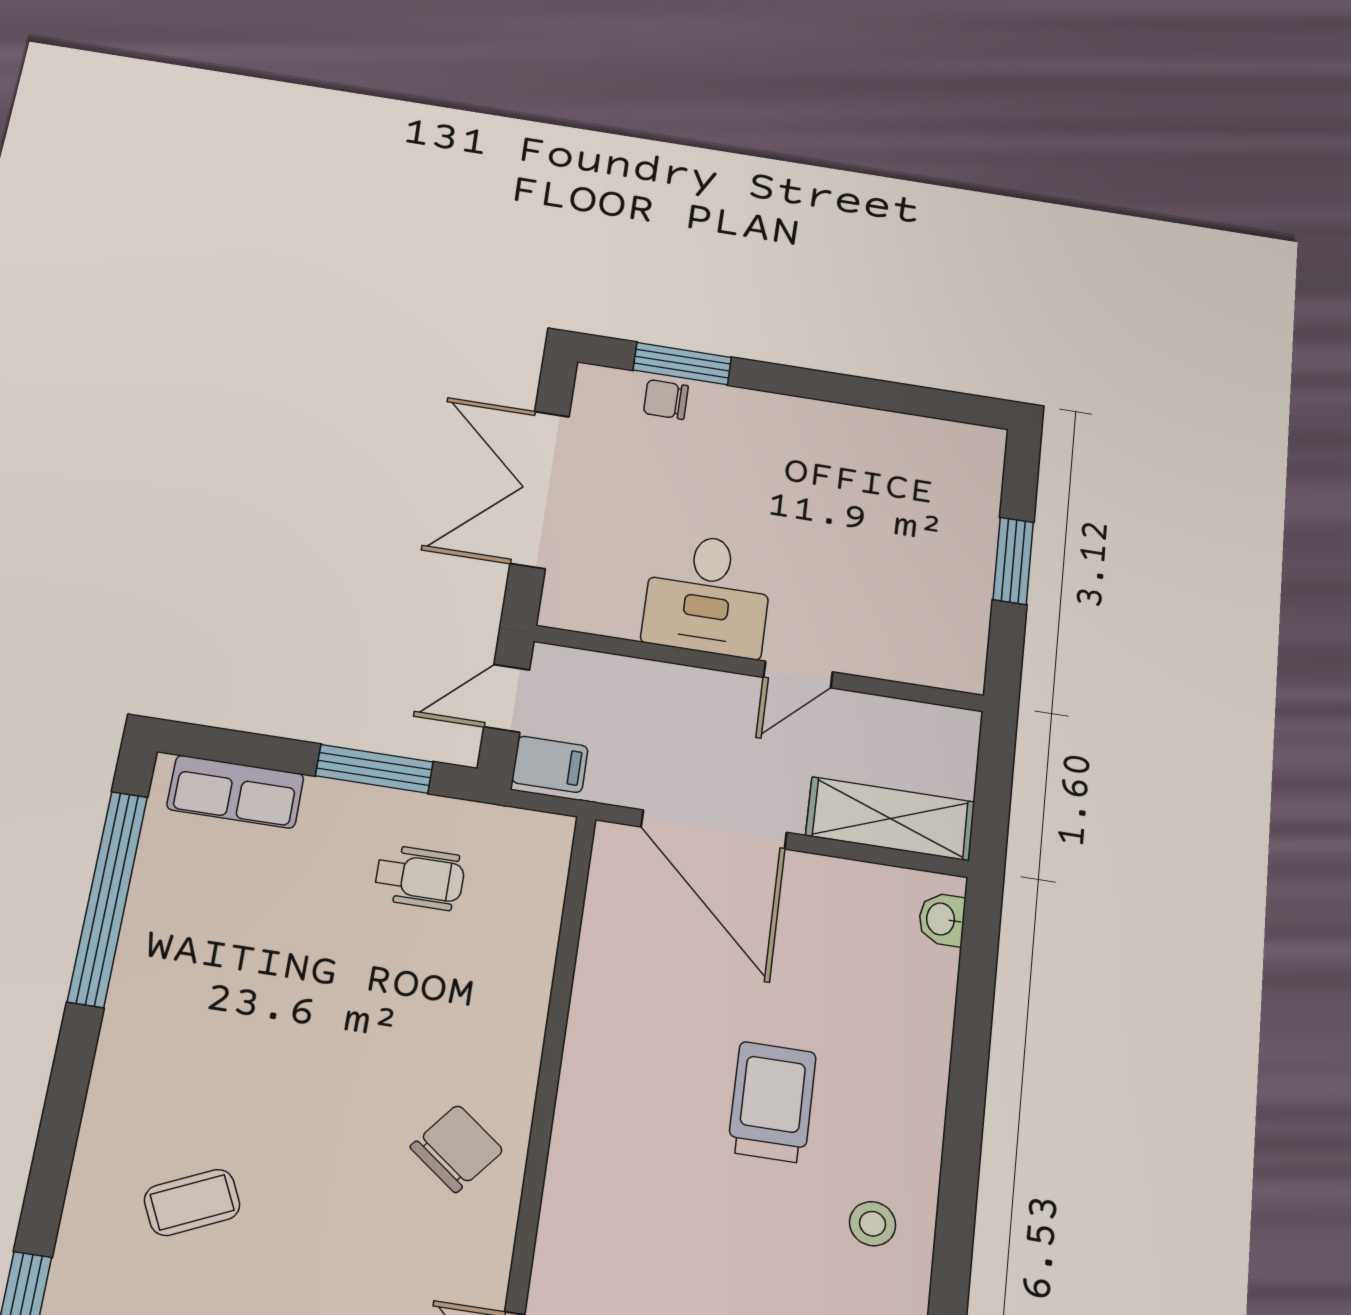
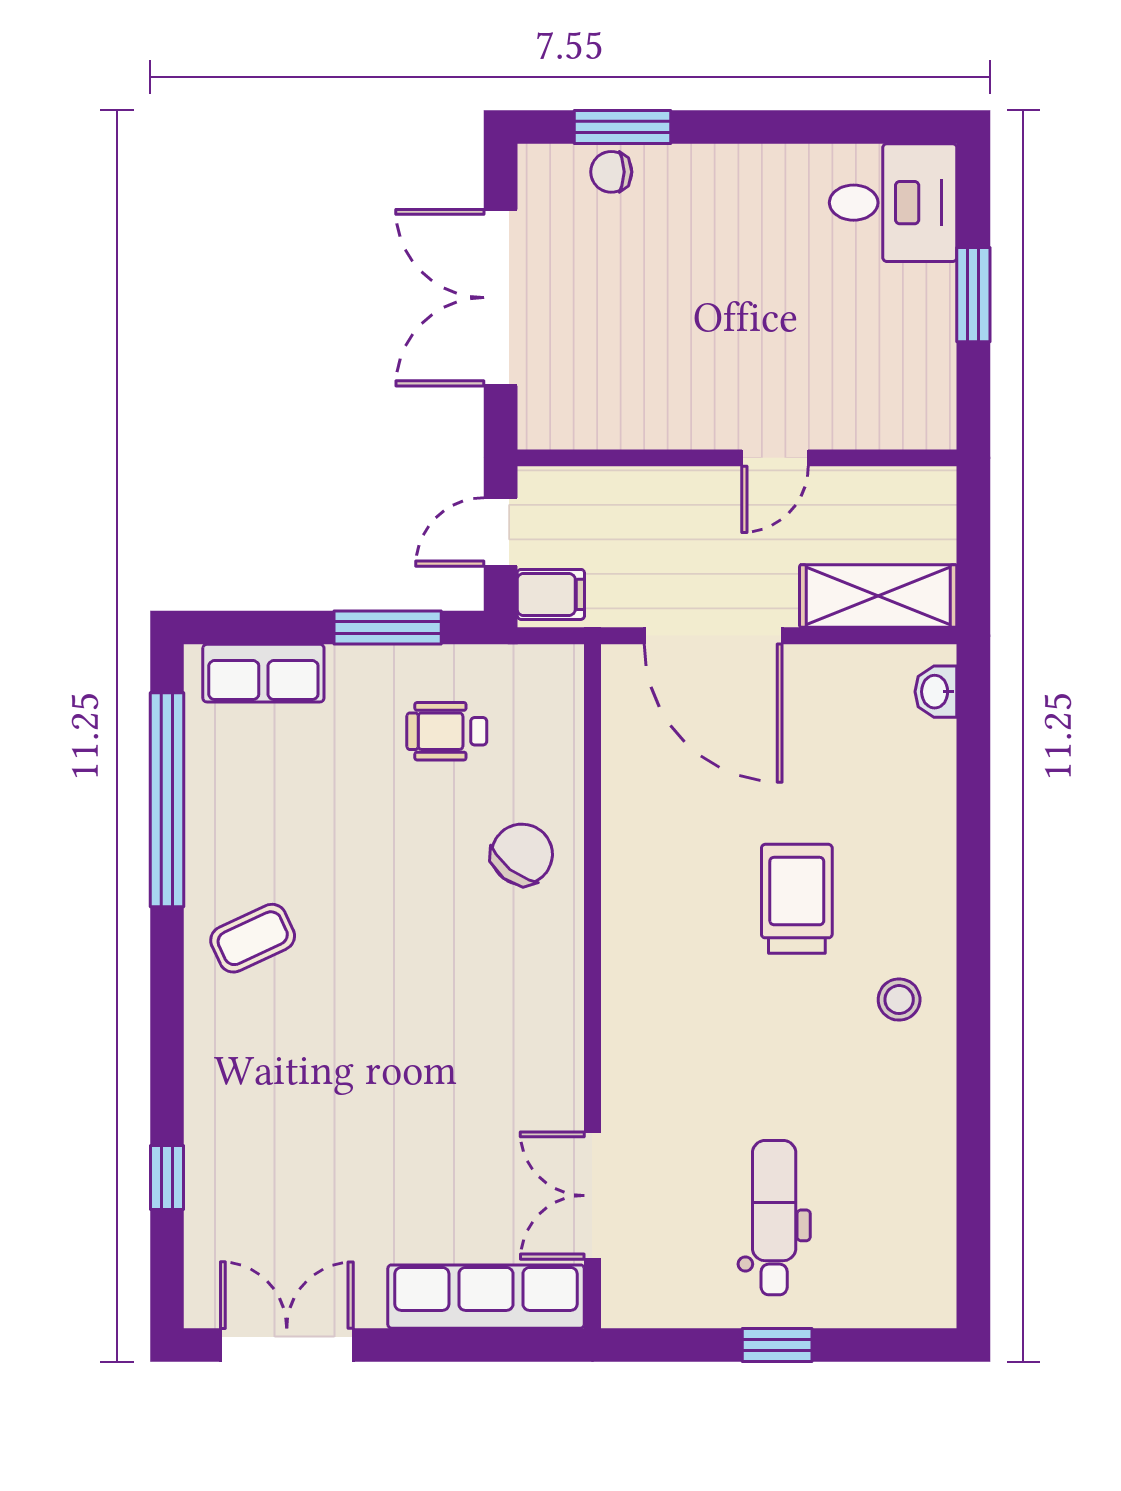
desk: (708, 595) -> (893, 203), moved, turned -90
wheelchair: (420, 878) -> (447, 731), turned 180
chair: (457, 1149) -> (522, 854), moved
coffee table: (192, 1202) -> (253, 938), moved

